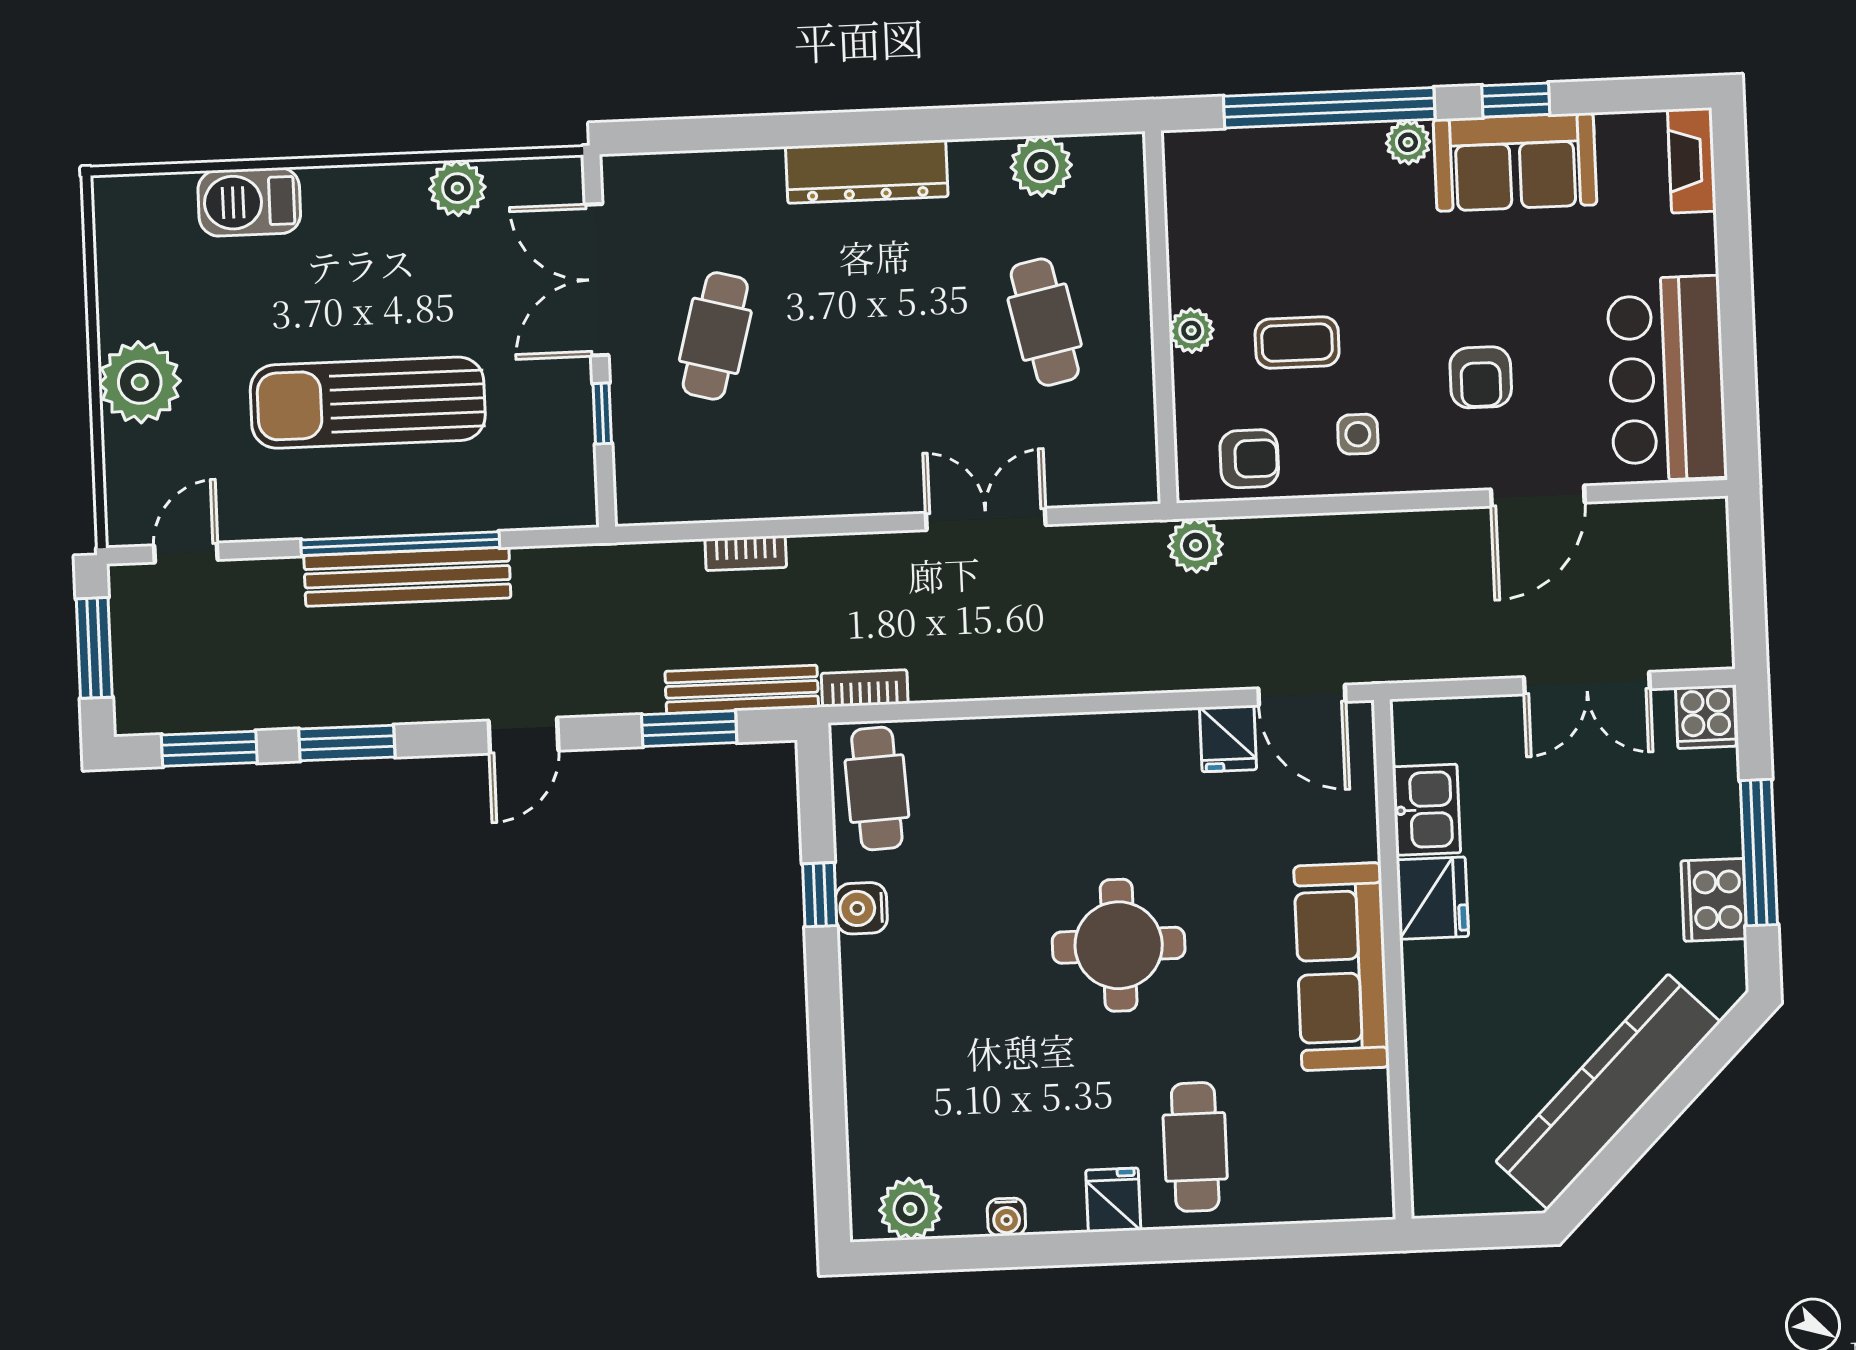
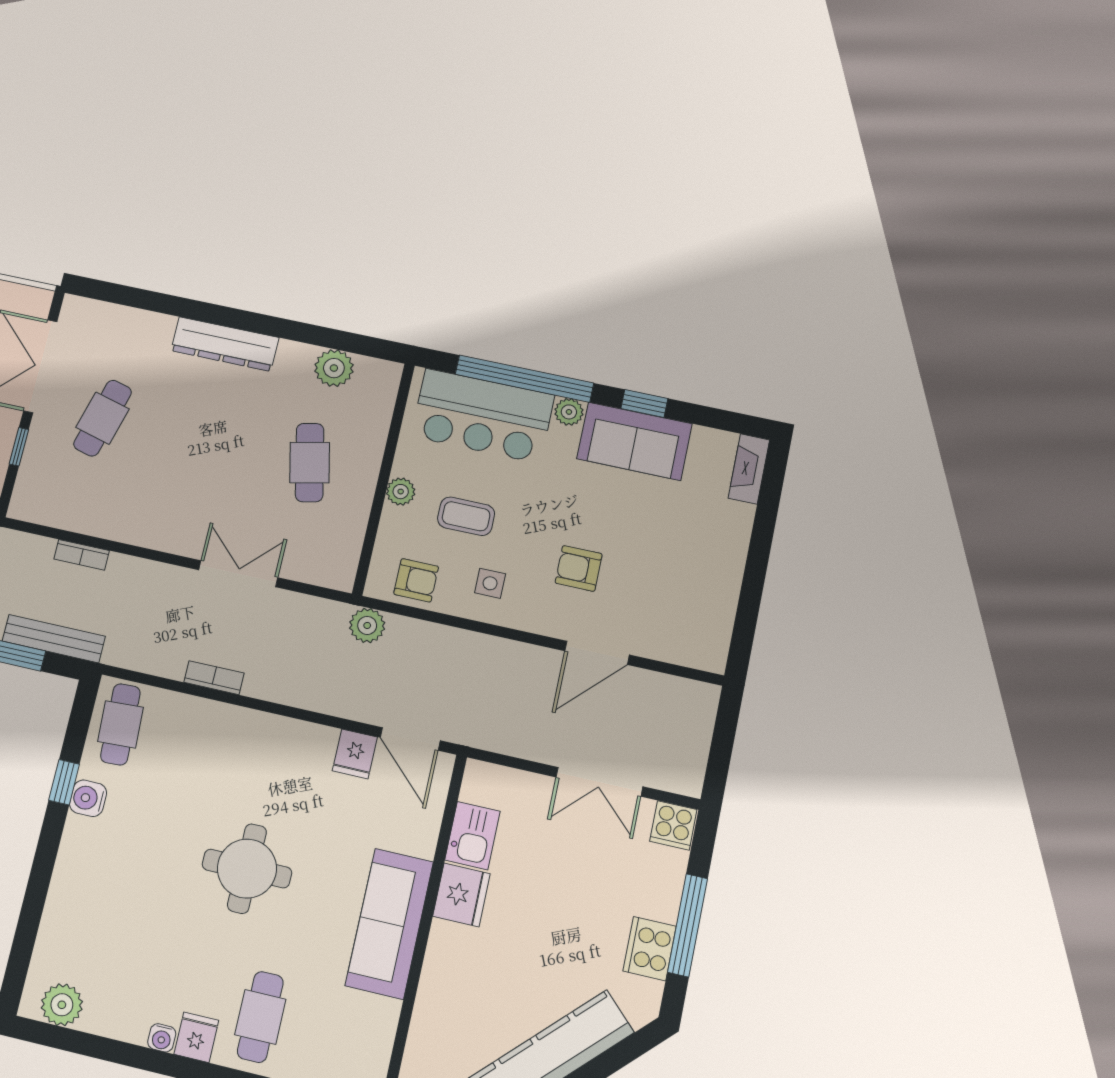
armchair: (1481, 377) -> (579, 568), turned 90
bar counter: (1667, 379) -> (483, 416), moved, turned -90
bookcase: (865, 688) -> (214, 678), moved
water cooler: (1006, 1217) -> (162, 1038), moved

